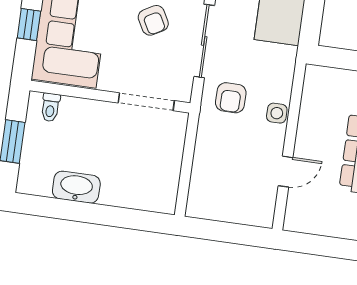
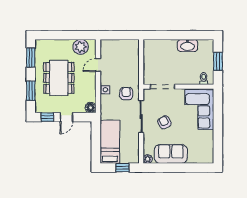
window: (29, 24) -> (218, 113), removed
floor lamp: (316, 77) -> (91, 108), added
plant: (319, 218) -> (81, 47), added

